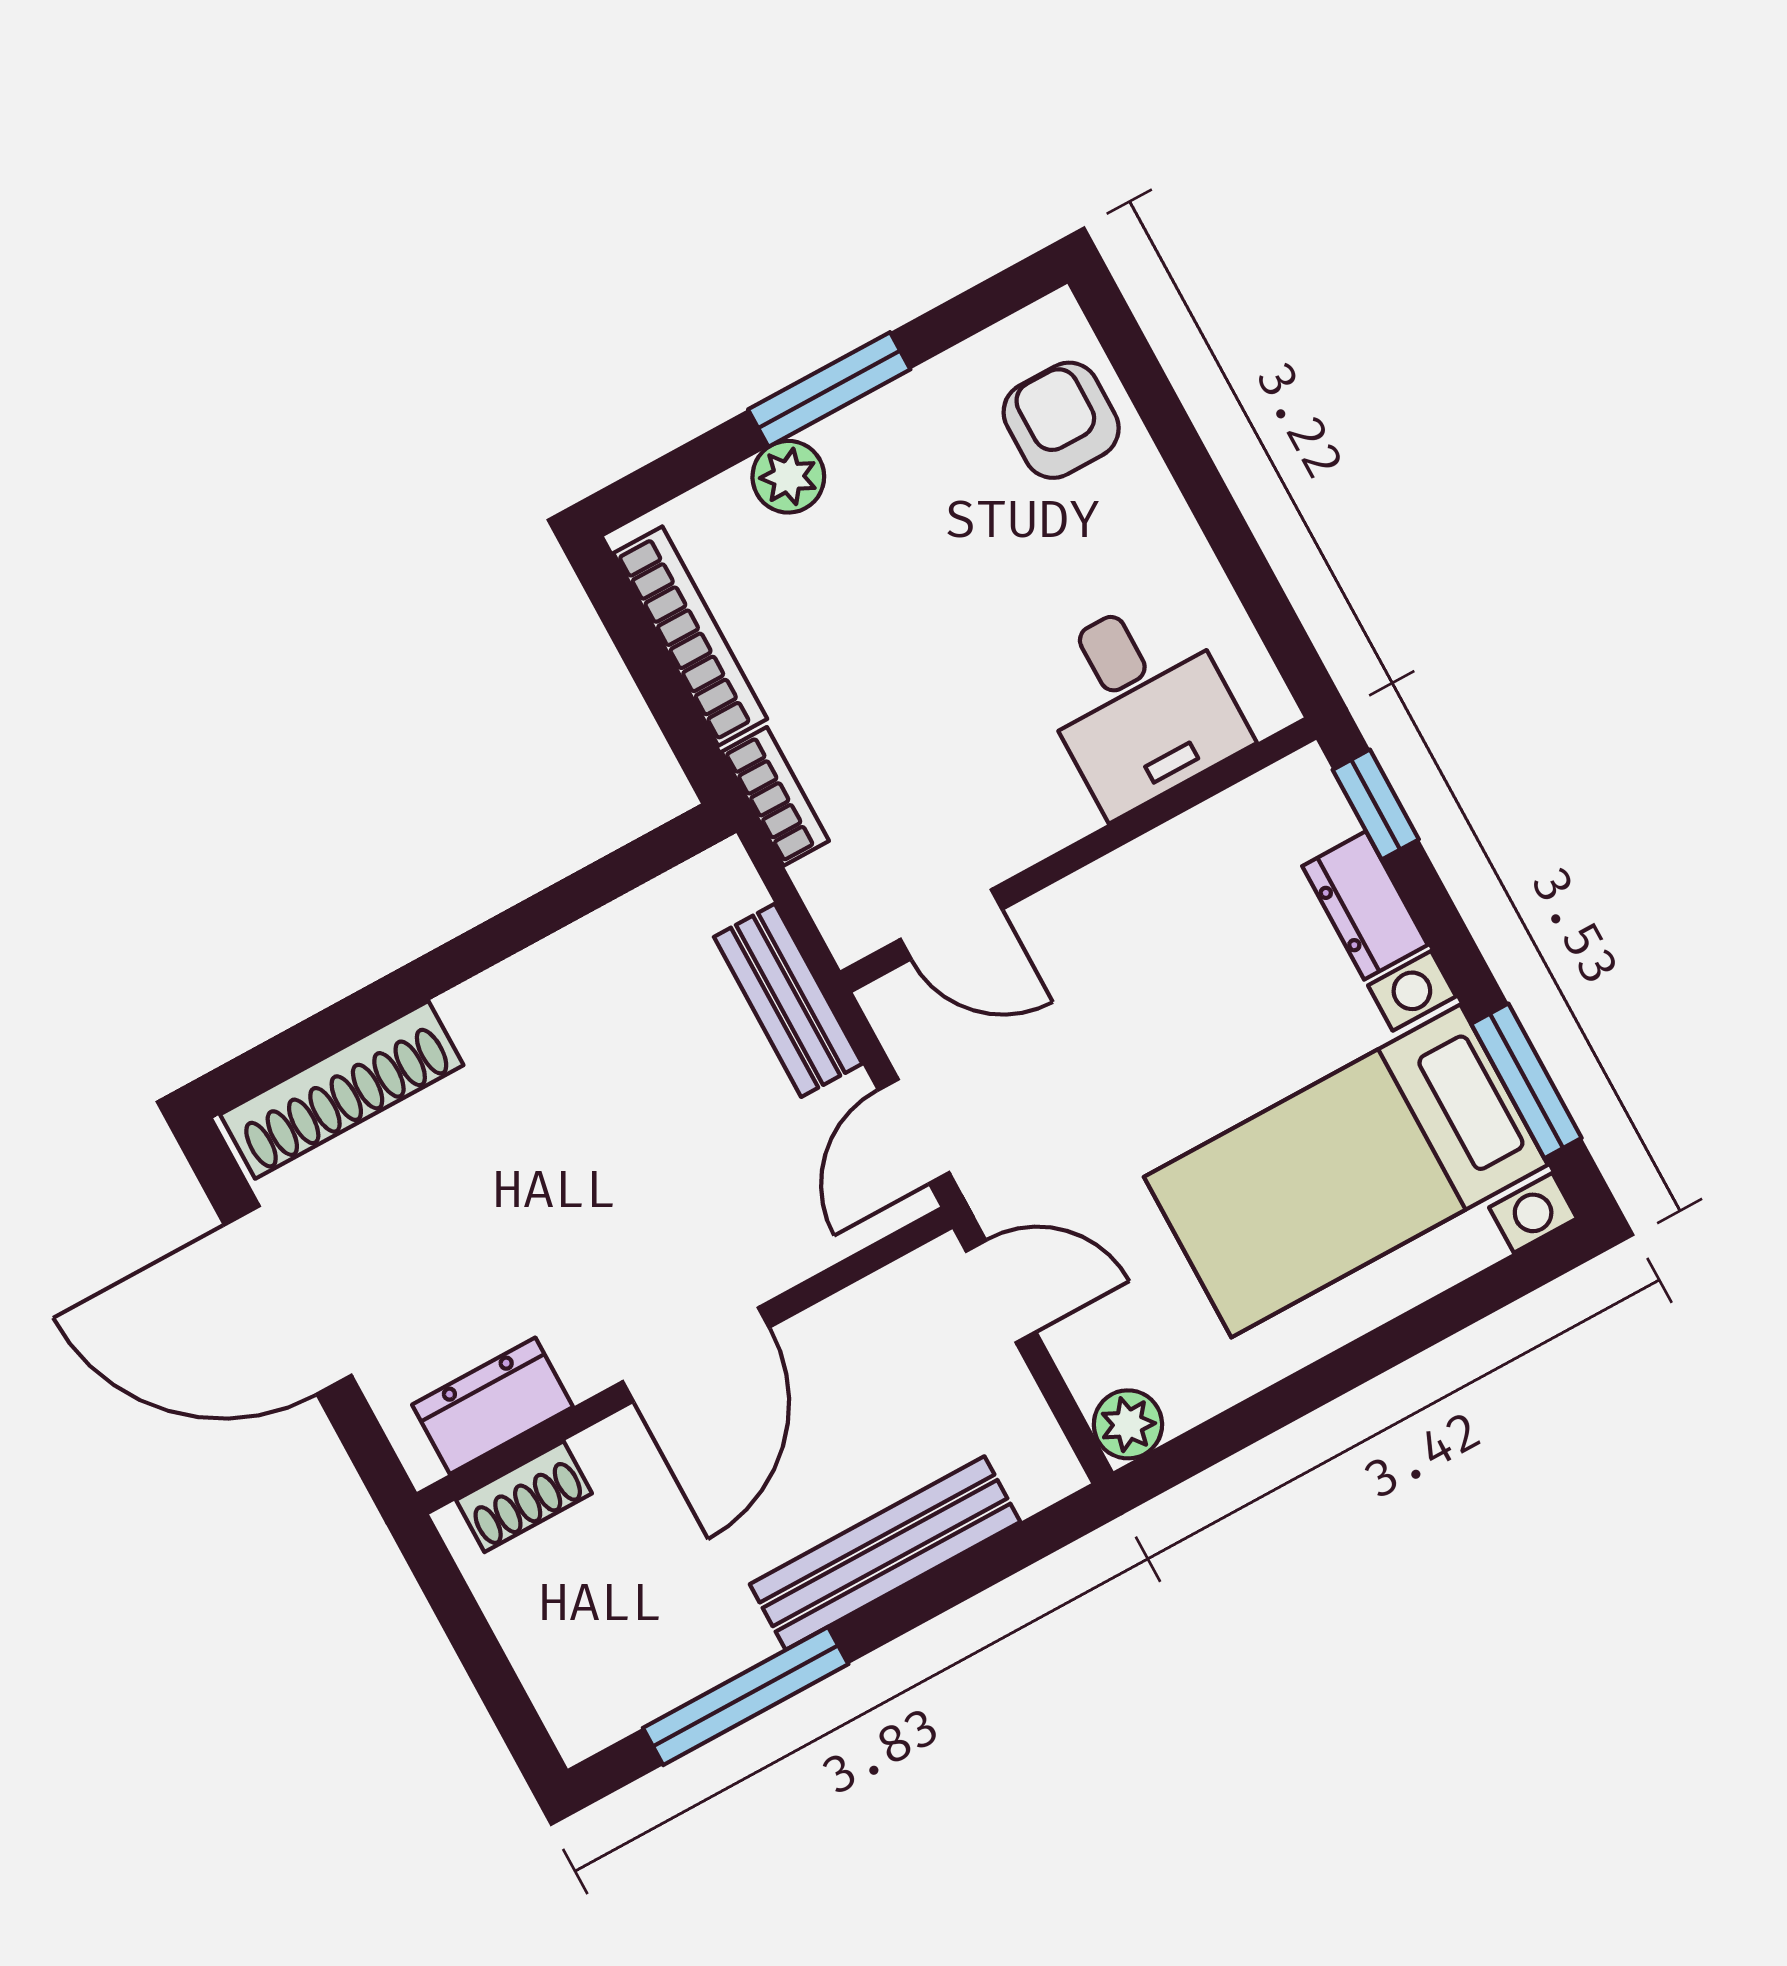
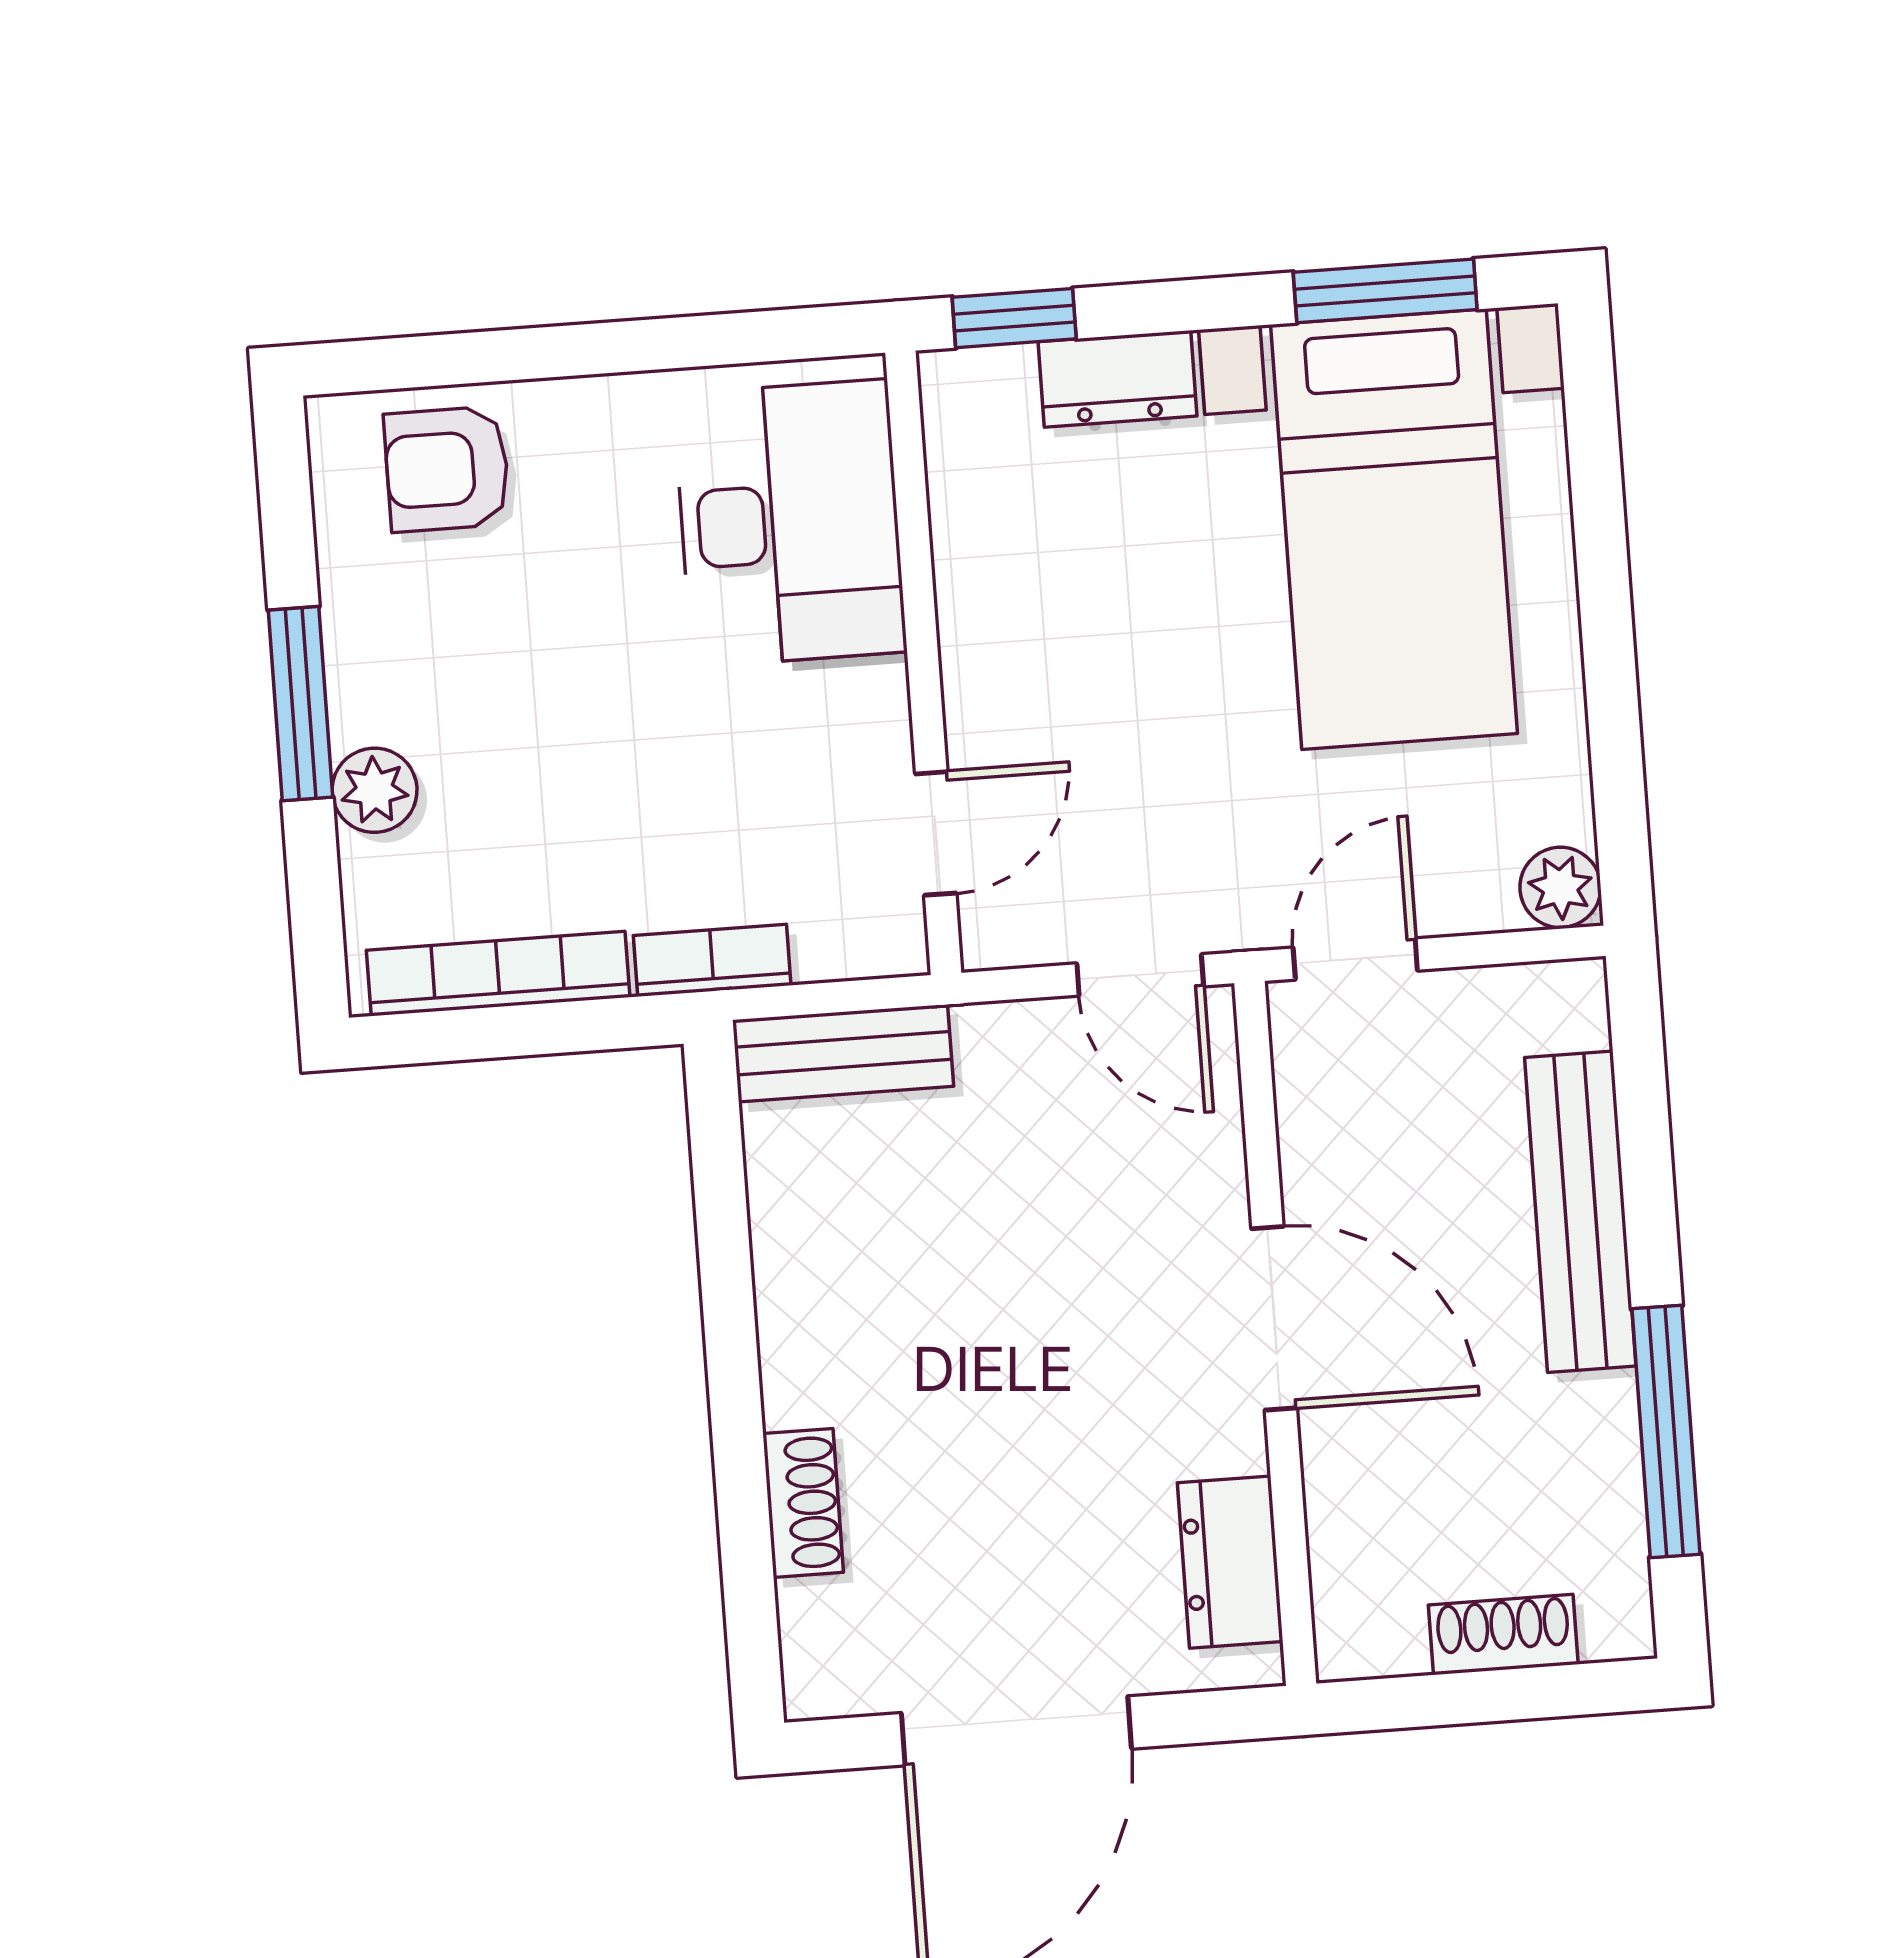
desk: (1139, 703) -> (790, 523), width x1.37
bench: (788, 1000) -> (843, 1053), moved
shoe rack: (342, 1090) -> (803, 1503), width x0.51, depth x0.81
shoe rack: (524, 1497) -> (1503, 1635), moved, turned -90

